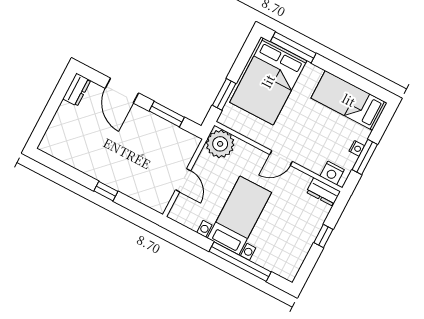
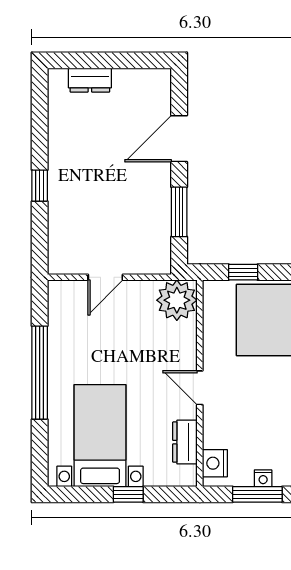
dresser: (77, 90) -> (90, 80), moved
window: (224, 94) -> (243, 272), width x0.67
dresser: (323, 192) -> (185, 442), moved
bed with nightstands: (239, 215) -> (100, 436), moved, turned -90
window: (240, 262) -> (40, 373), moved

